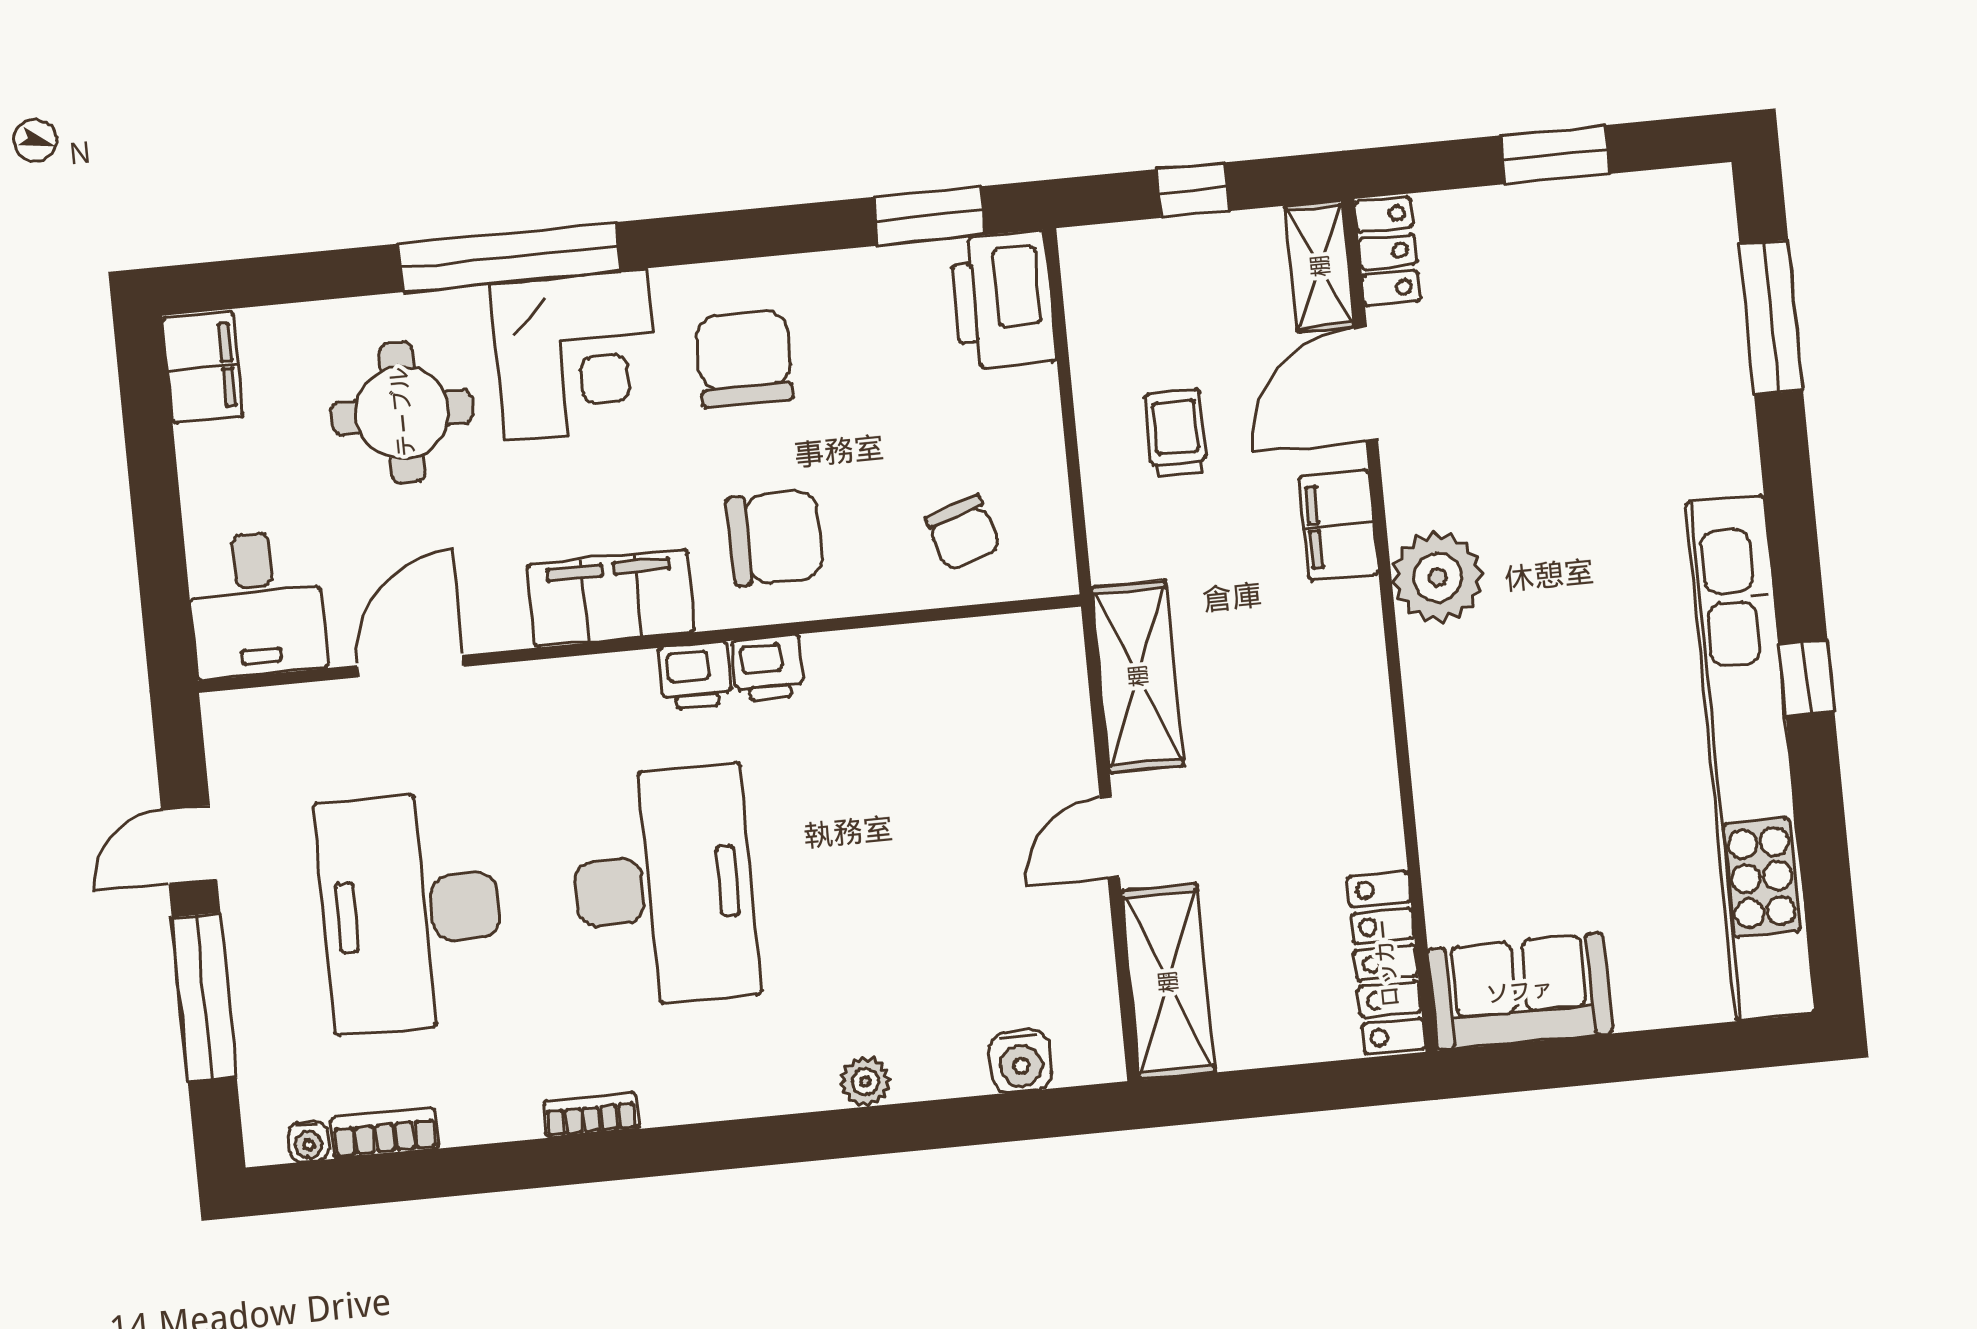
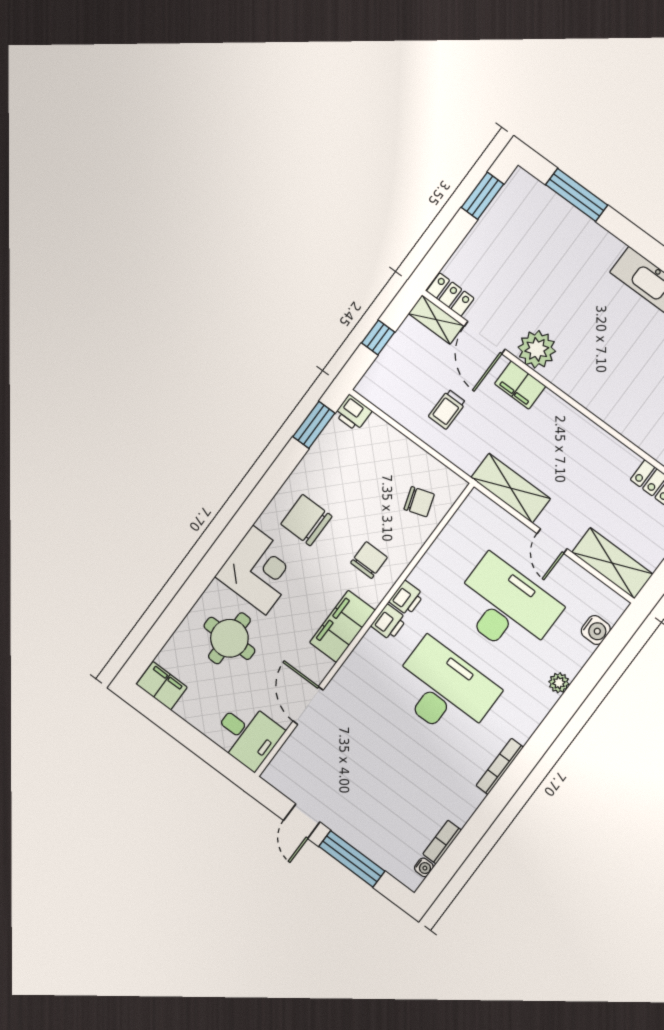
window: (1555, 155) -> (482, 196), moved
window: (509, 257) -> (212, 563), removed
printer: (1003, 300) -> (353, 413), width x0.53, depth x0.68
trolley: (1176, 433) -> (447, 409), turned -90
chair: (775, 538) -> (369, 560), width x0.73, depth x0.73
plant: (1438, 577) -> (537, 349), moved
desk: (411, 912) -> (506, 607), moved, turned 180
bookcase: (591, 1115) -> (500, 766), width x1.56

